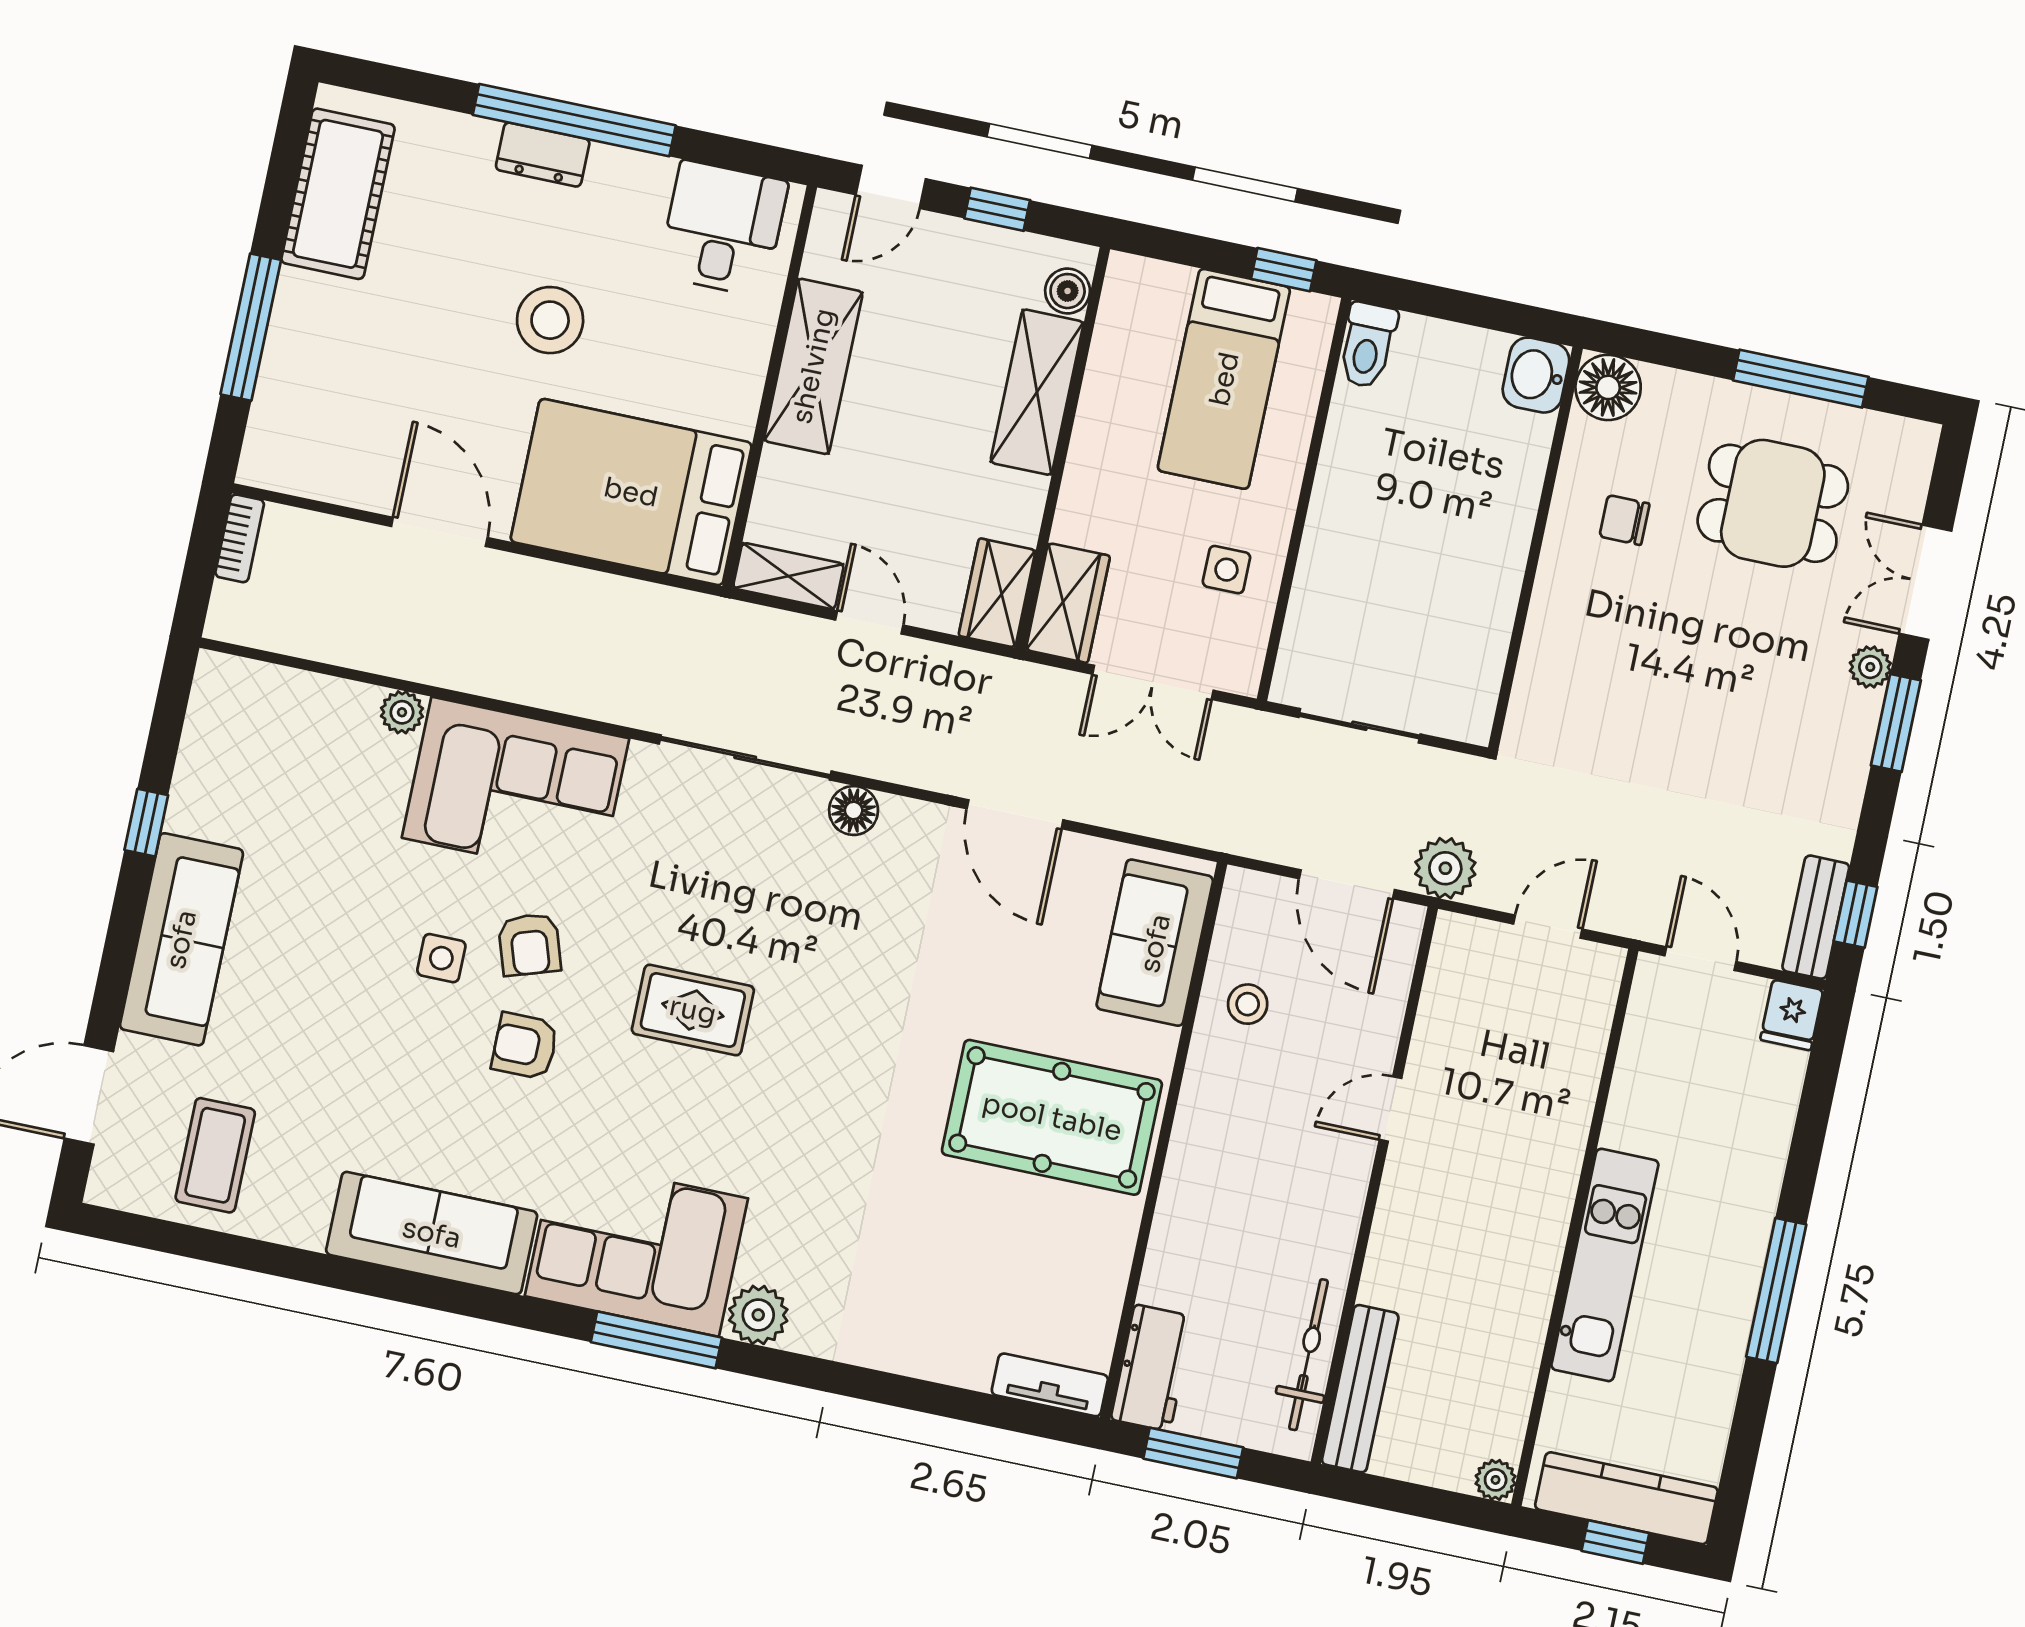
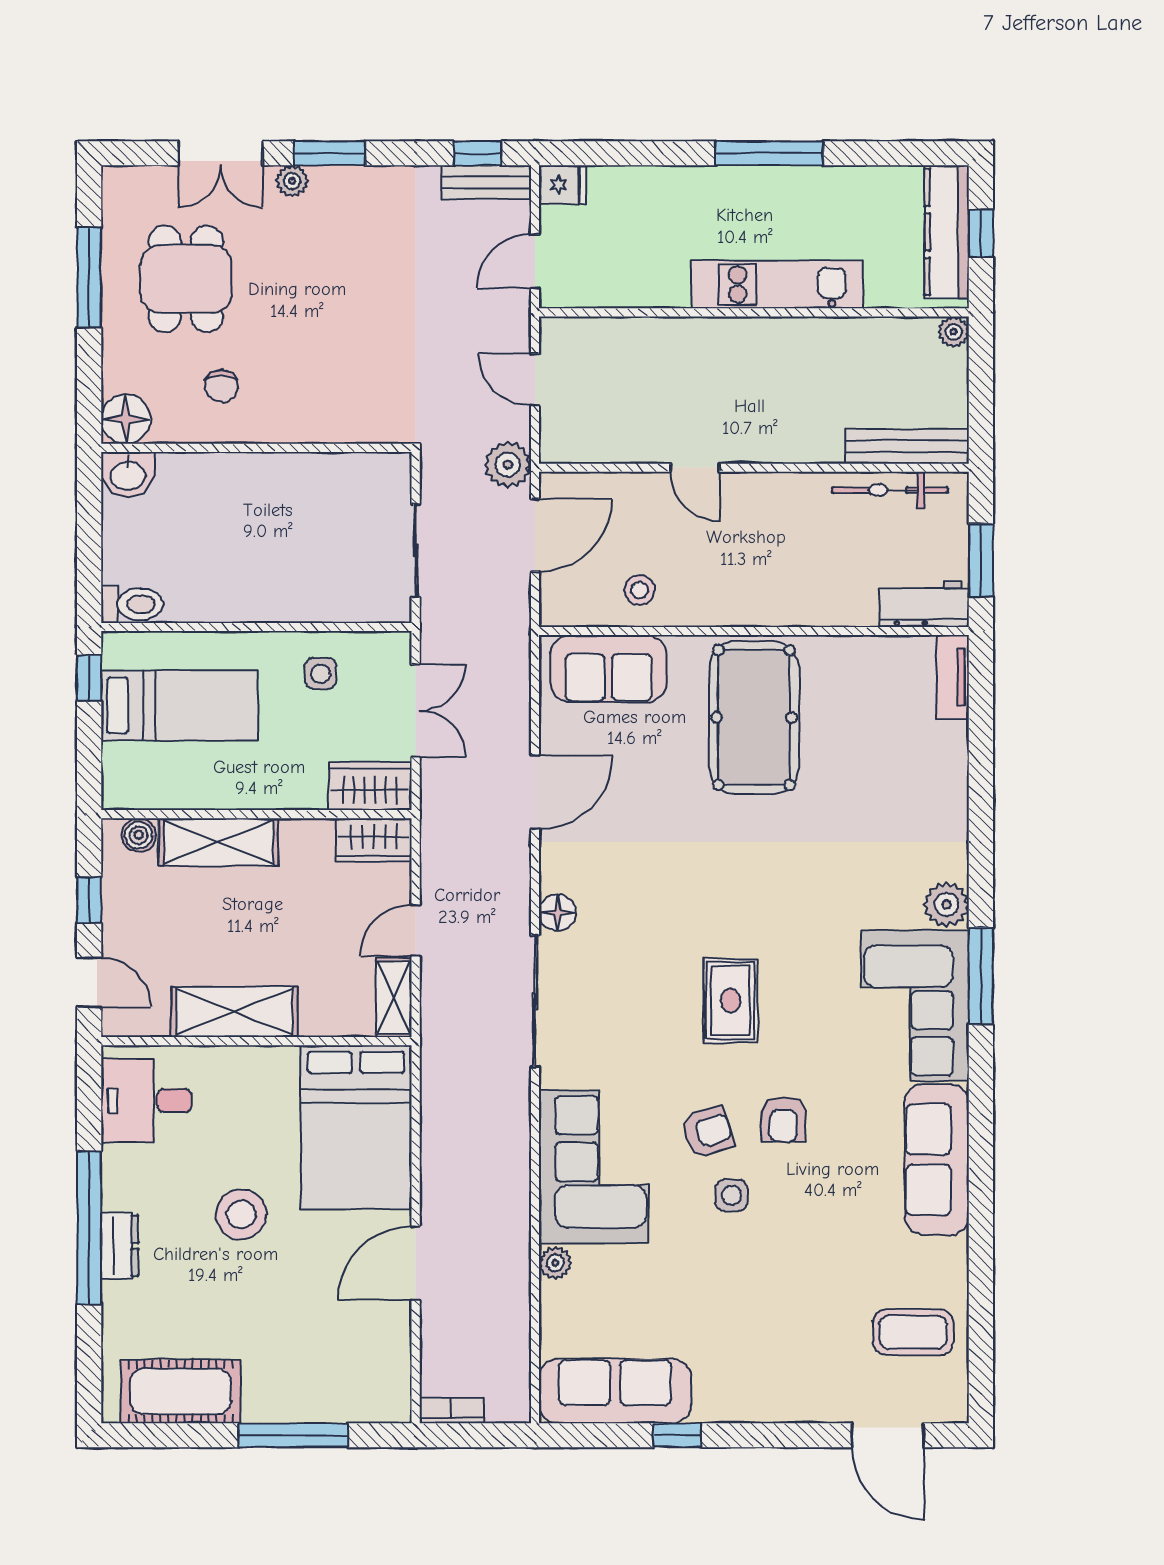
sofa: (181, 939) -> (615, 1391), moved

